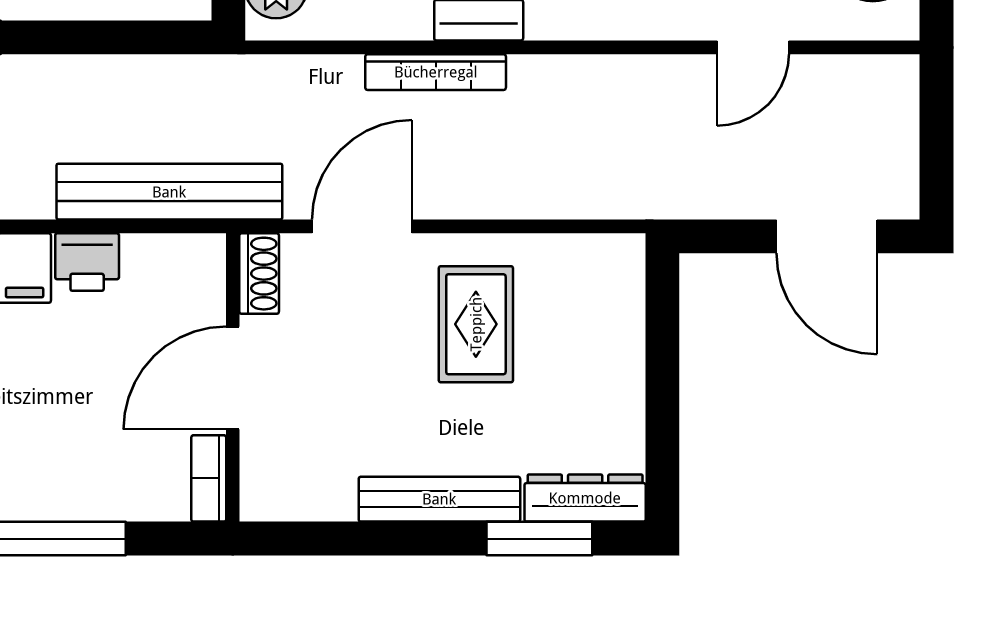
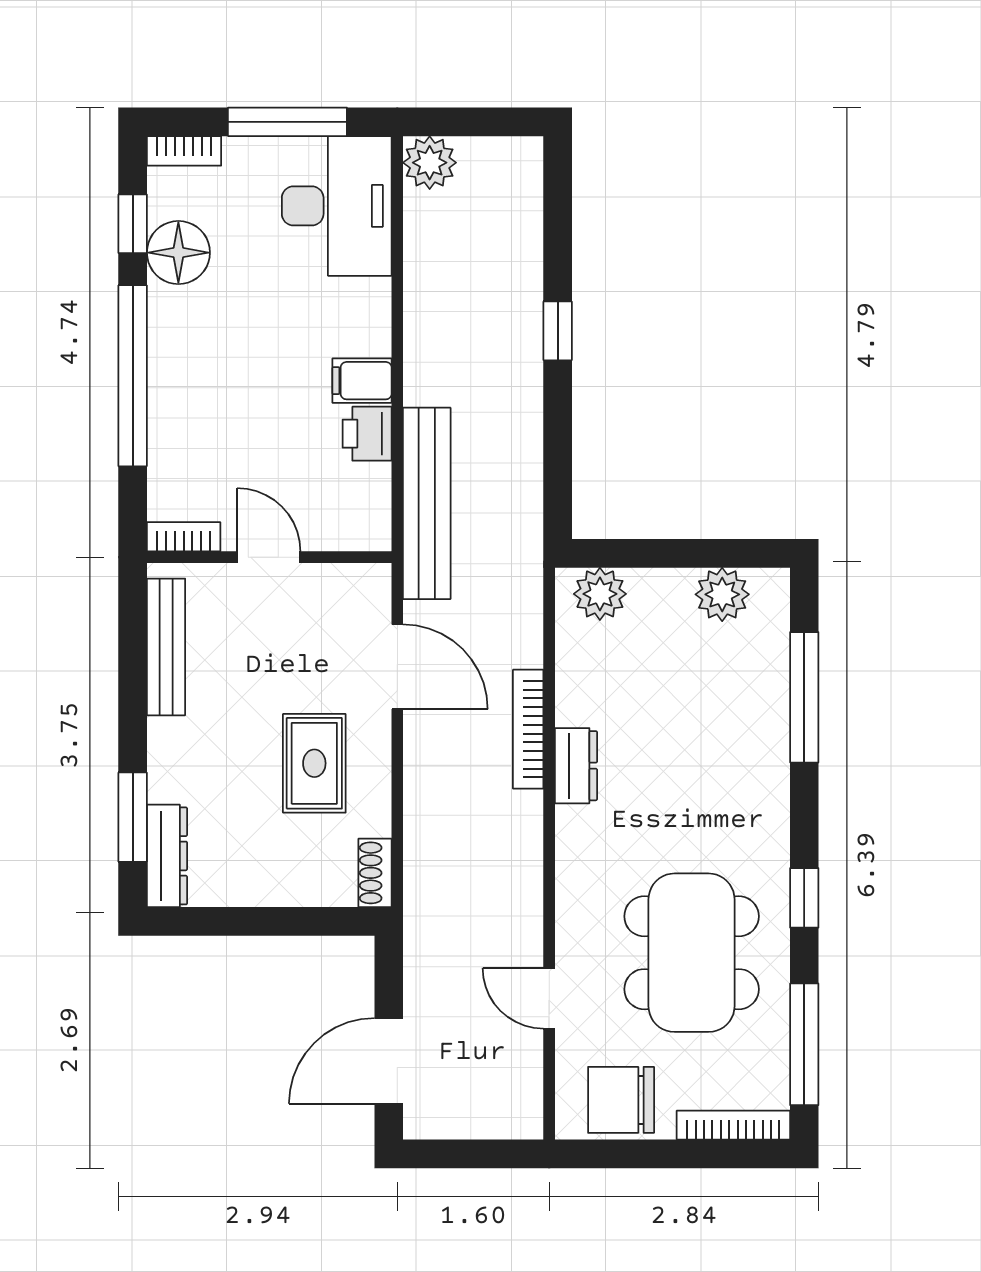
shoe rack: (259, 274) -> (375, 873), moved, turned 90
rug: (476, 324) -> (314, 763), turned 90
door: (233, 378) -> (269, 557), width x0.73
bench: (439, 499) -> (166, 647), moved

